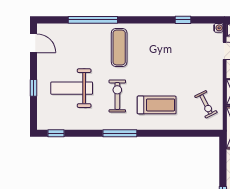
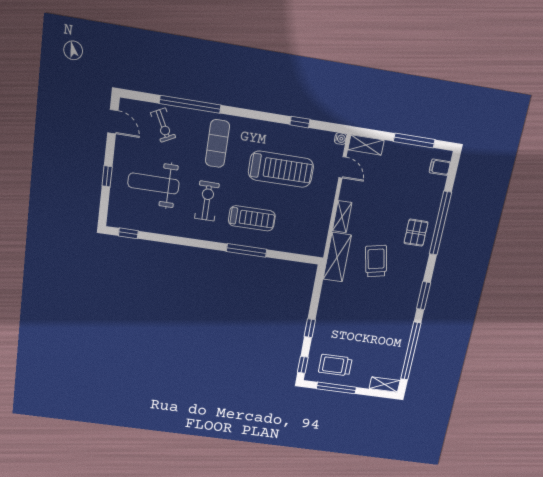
treadmill: (174, 60) -> (281, 169), added
exercise bike: (206, 104) -> (163, 125), moved
window: (120, 133) -> (247, 250), moved

